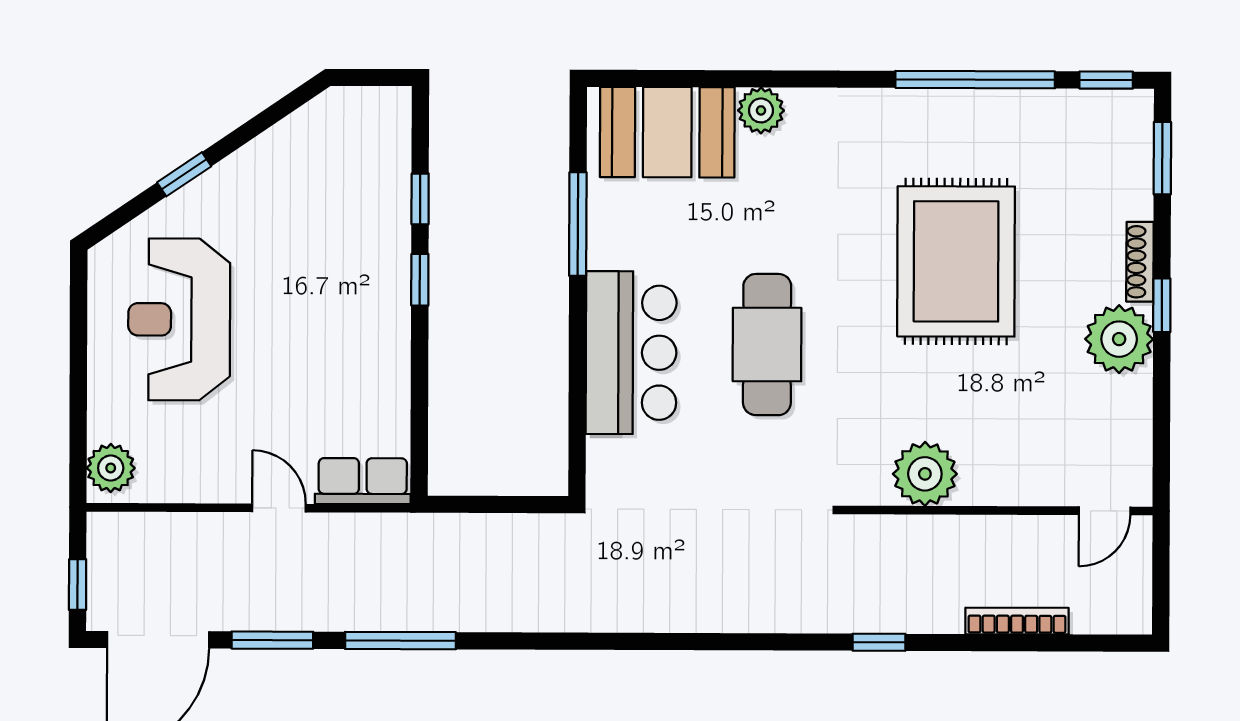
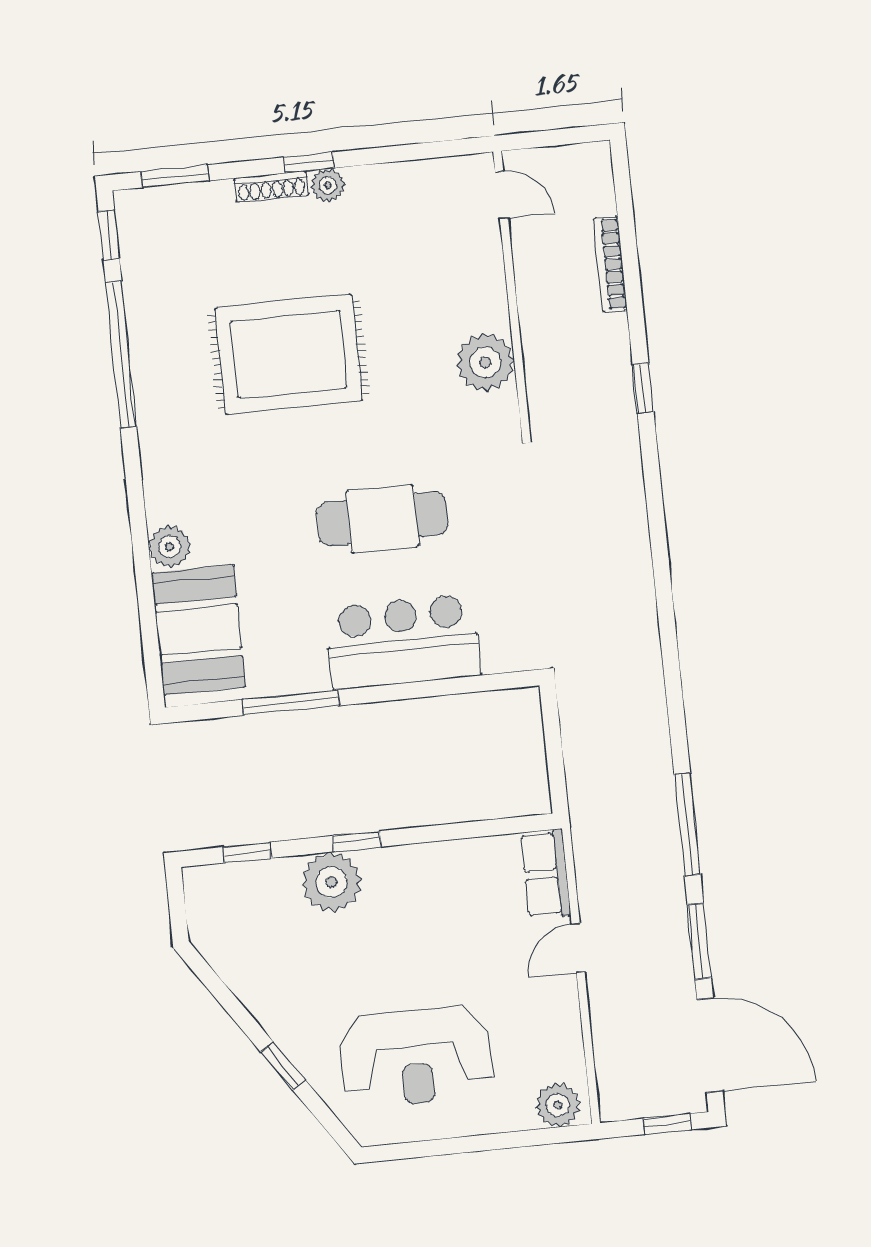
window: (420, 199) -> (247, 852), moved
plant: (379, 248) -> (331, 882), added
plant: (1119, 339) -> (328, 185), width x0.53, depth x0.53

